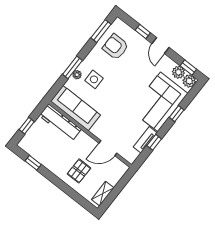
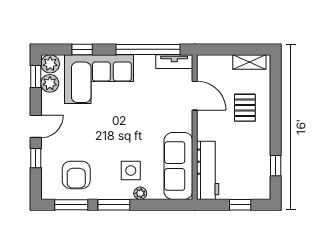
window: (72, 67) -> (114, 205), moved
window: (177, 114) -> (82, 49), moved
tv unit: (145, 140) -> (174, 62), moved
window: (154, 142) -> (148, 49), width x3.17
pallet: (79, 171) -> (245, 108), turned 90

